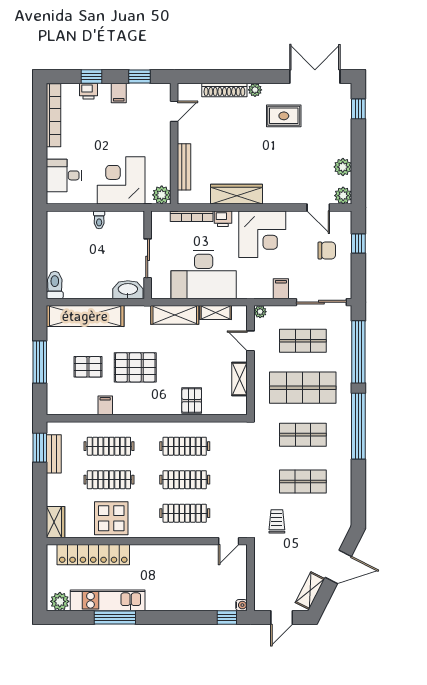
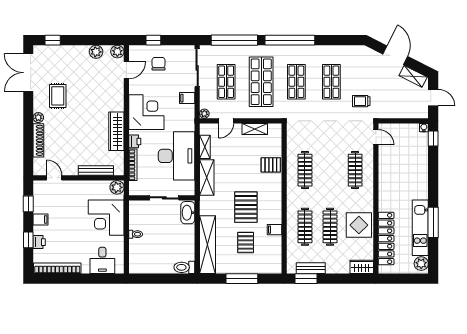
clothes rail: (185, 480) -> (330, 170), removed

